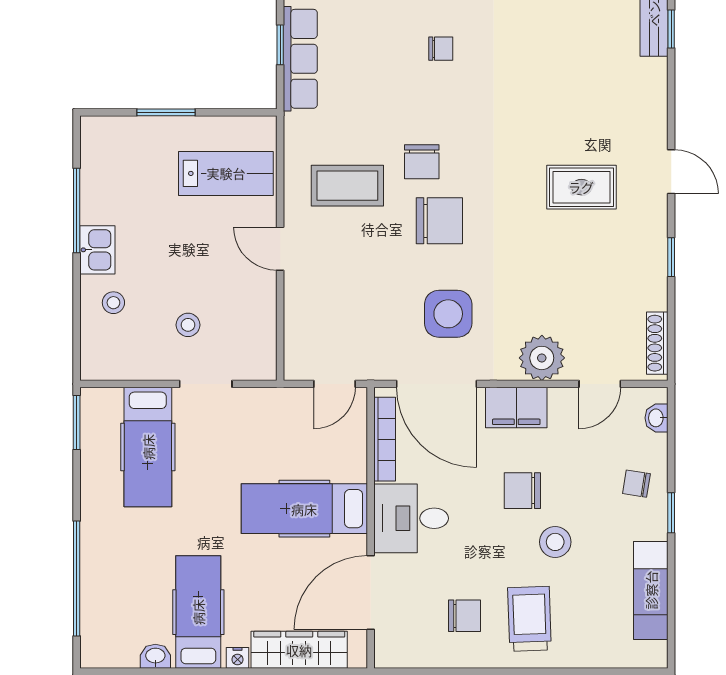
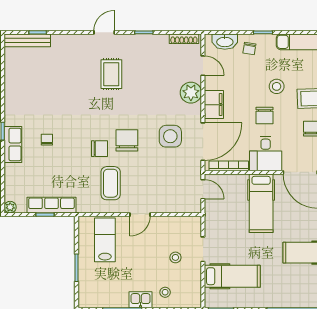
washbasin: (657, 418) -> (225, 42), width x1.91, depth x1.45
chair: (522, 491) -> (265, 116), moved

